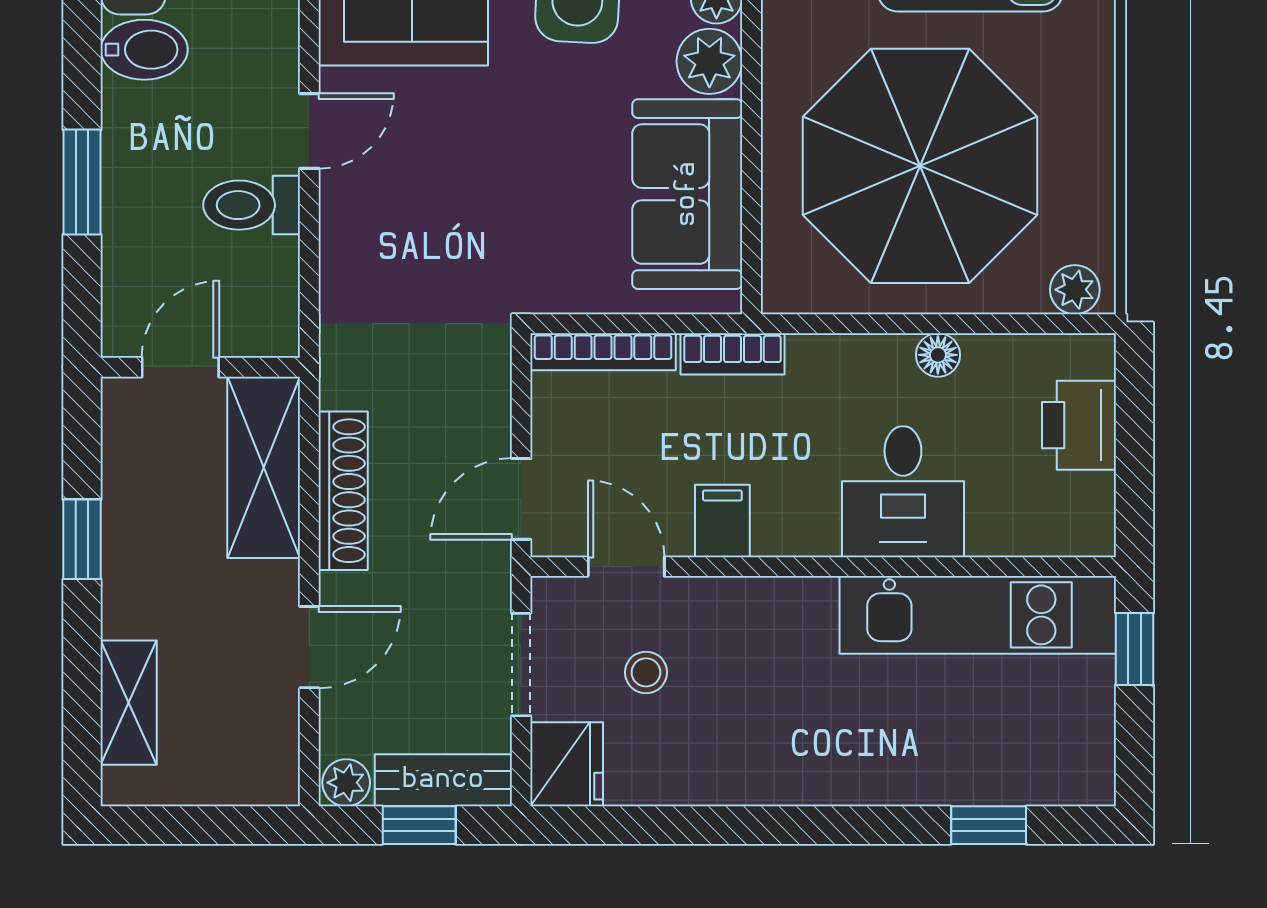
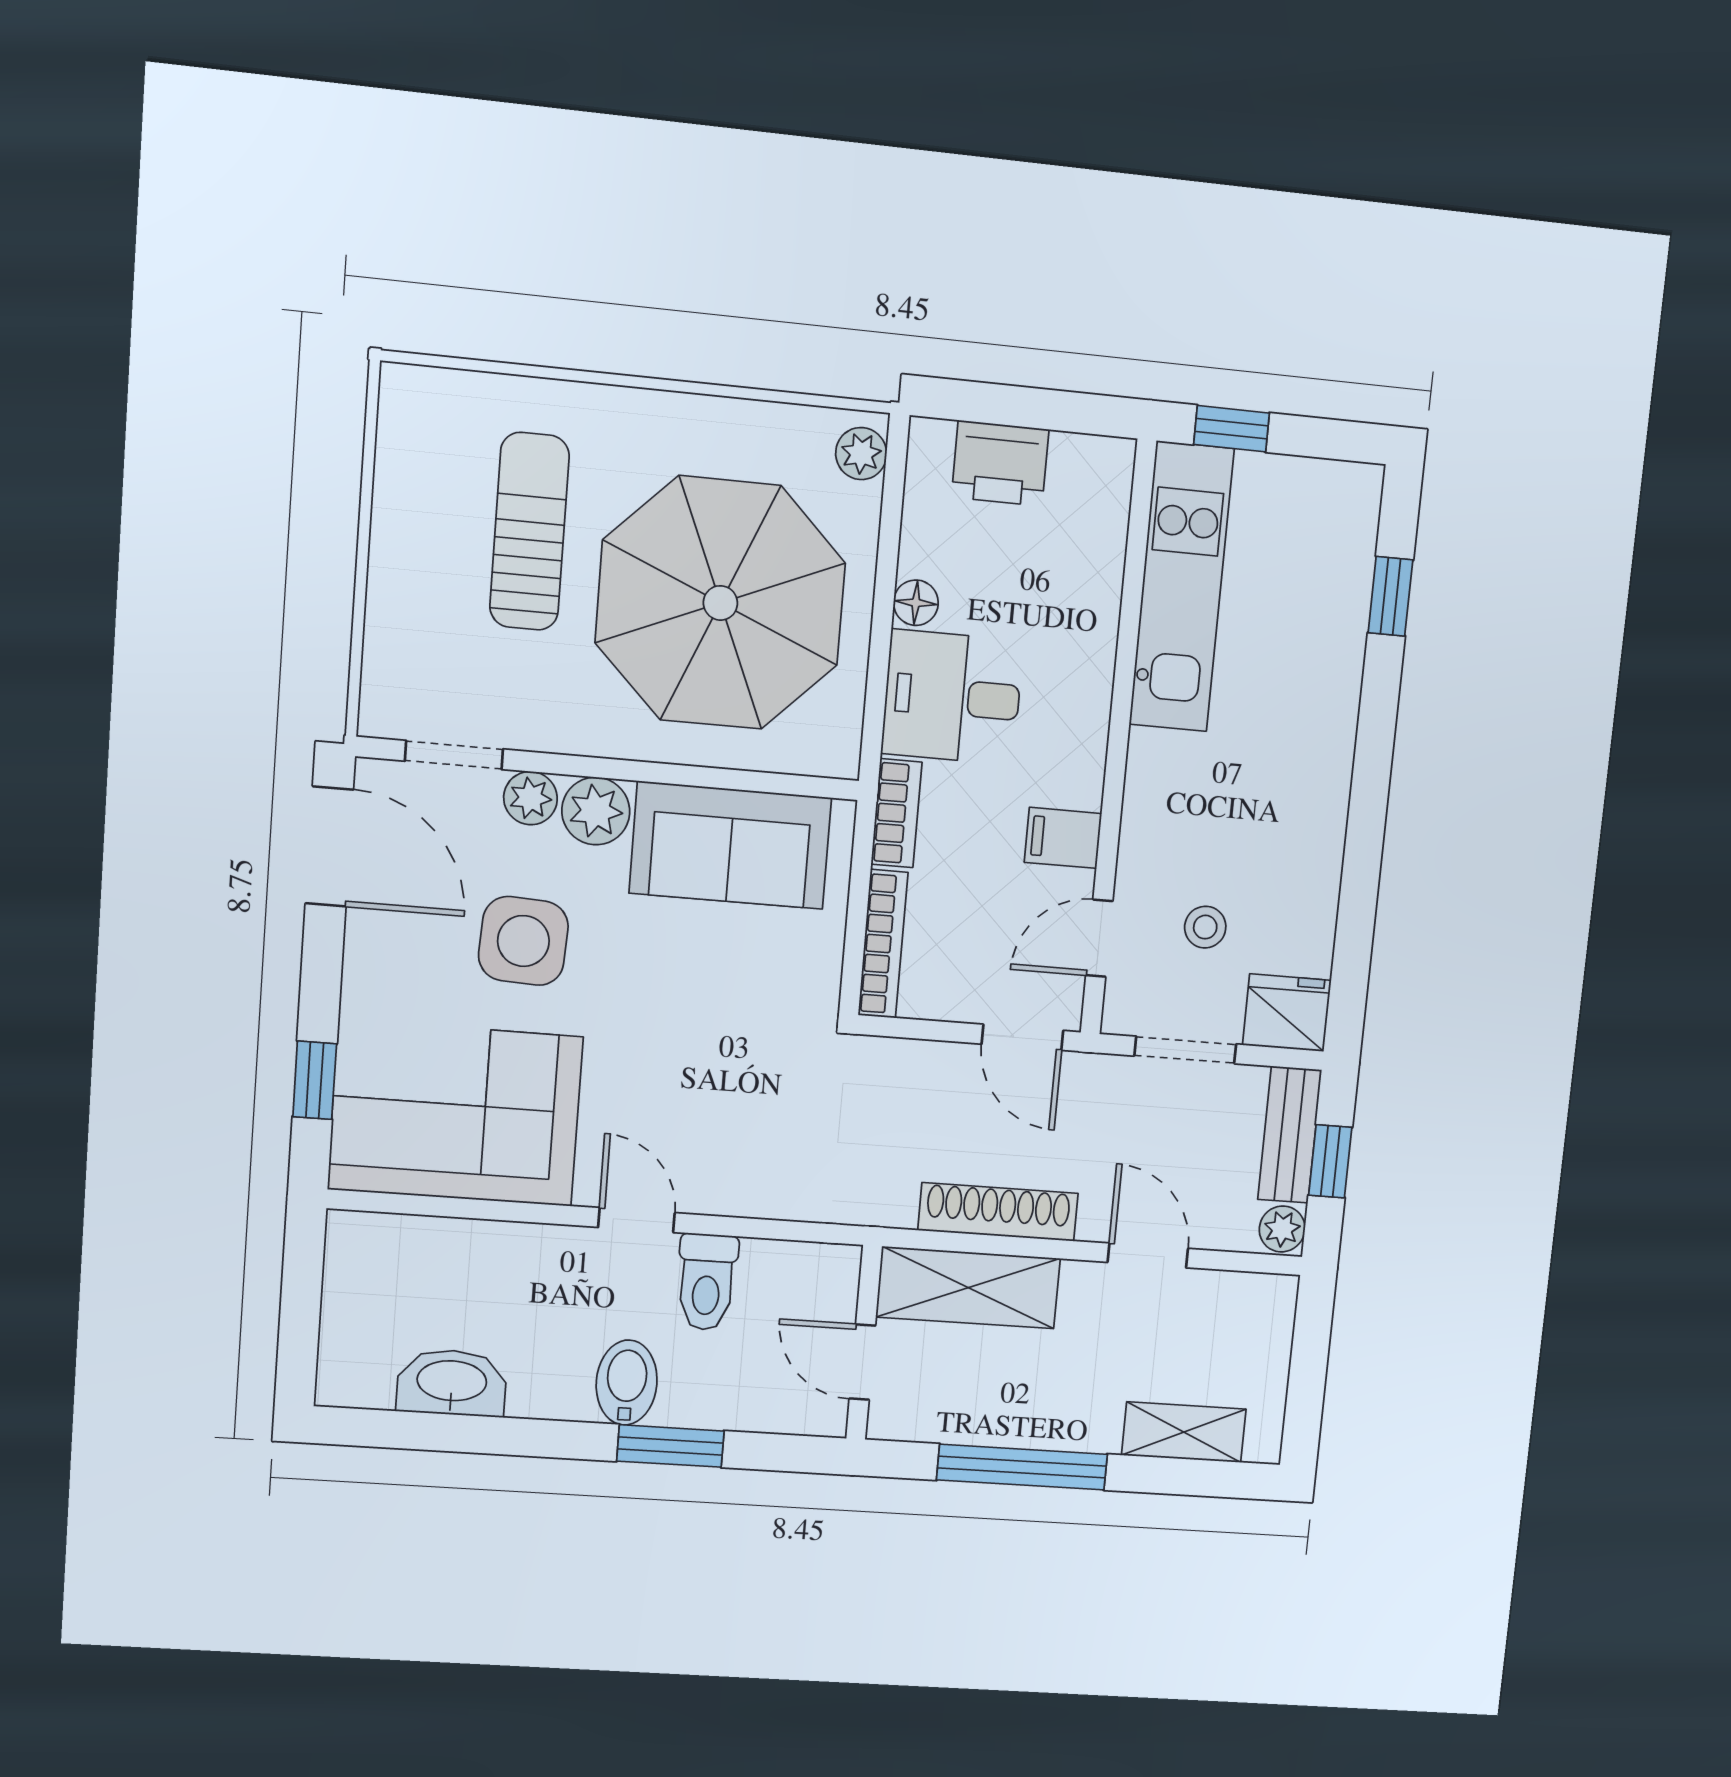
bidet: (144, 50) -> (627, 1383), moved
desk: (903, 492) -> (952, 697), moved, turned 180
window: (82, 539) -> (1022, 1467), width x2.17

